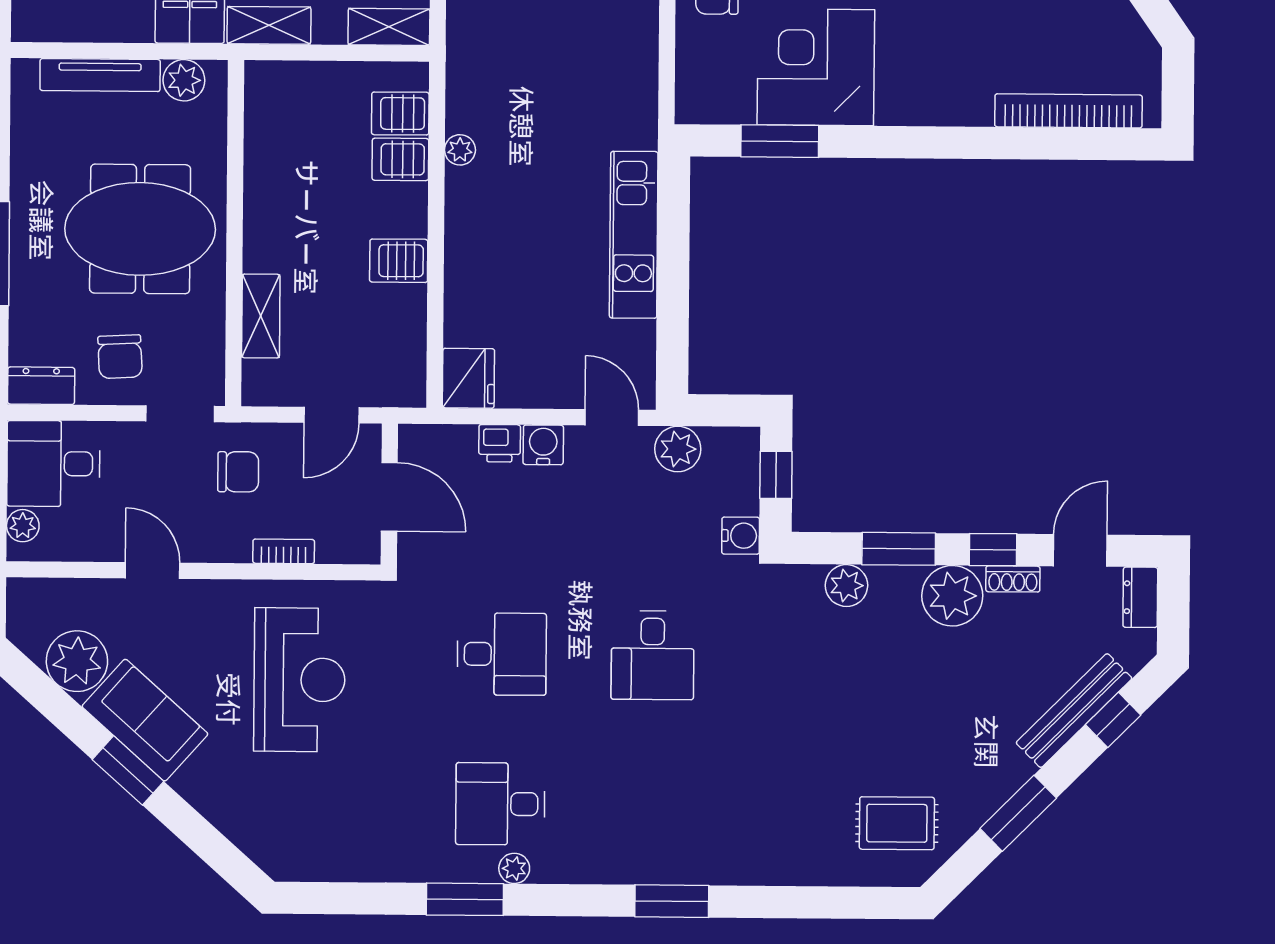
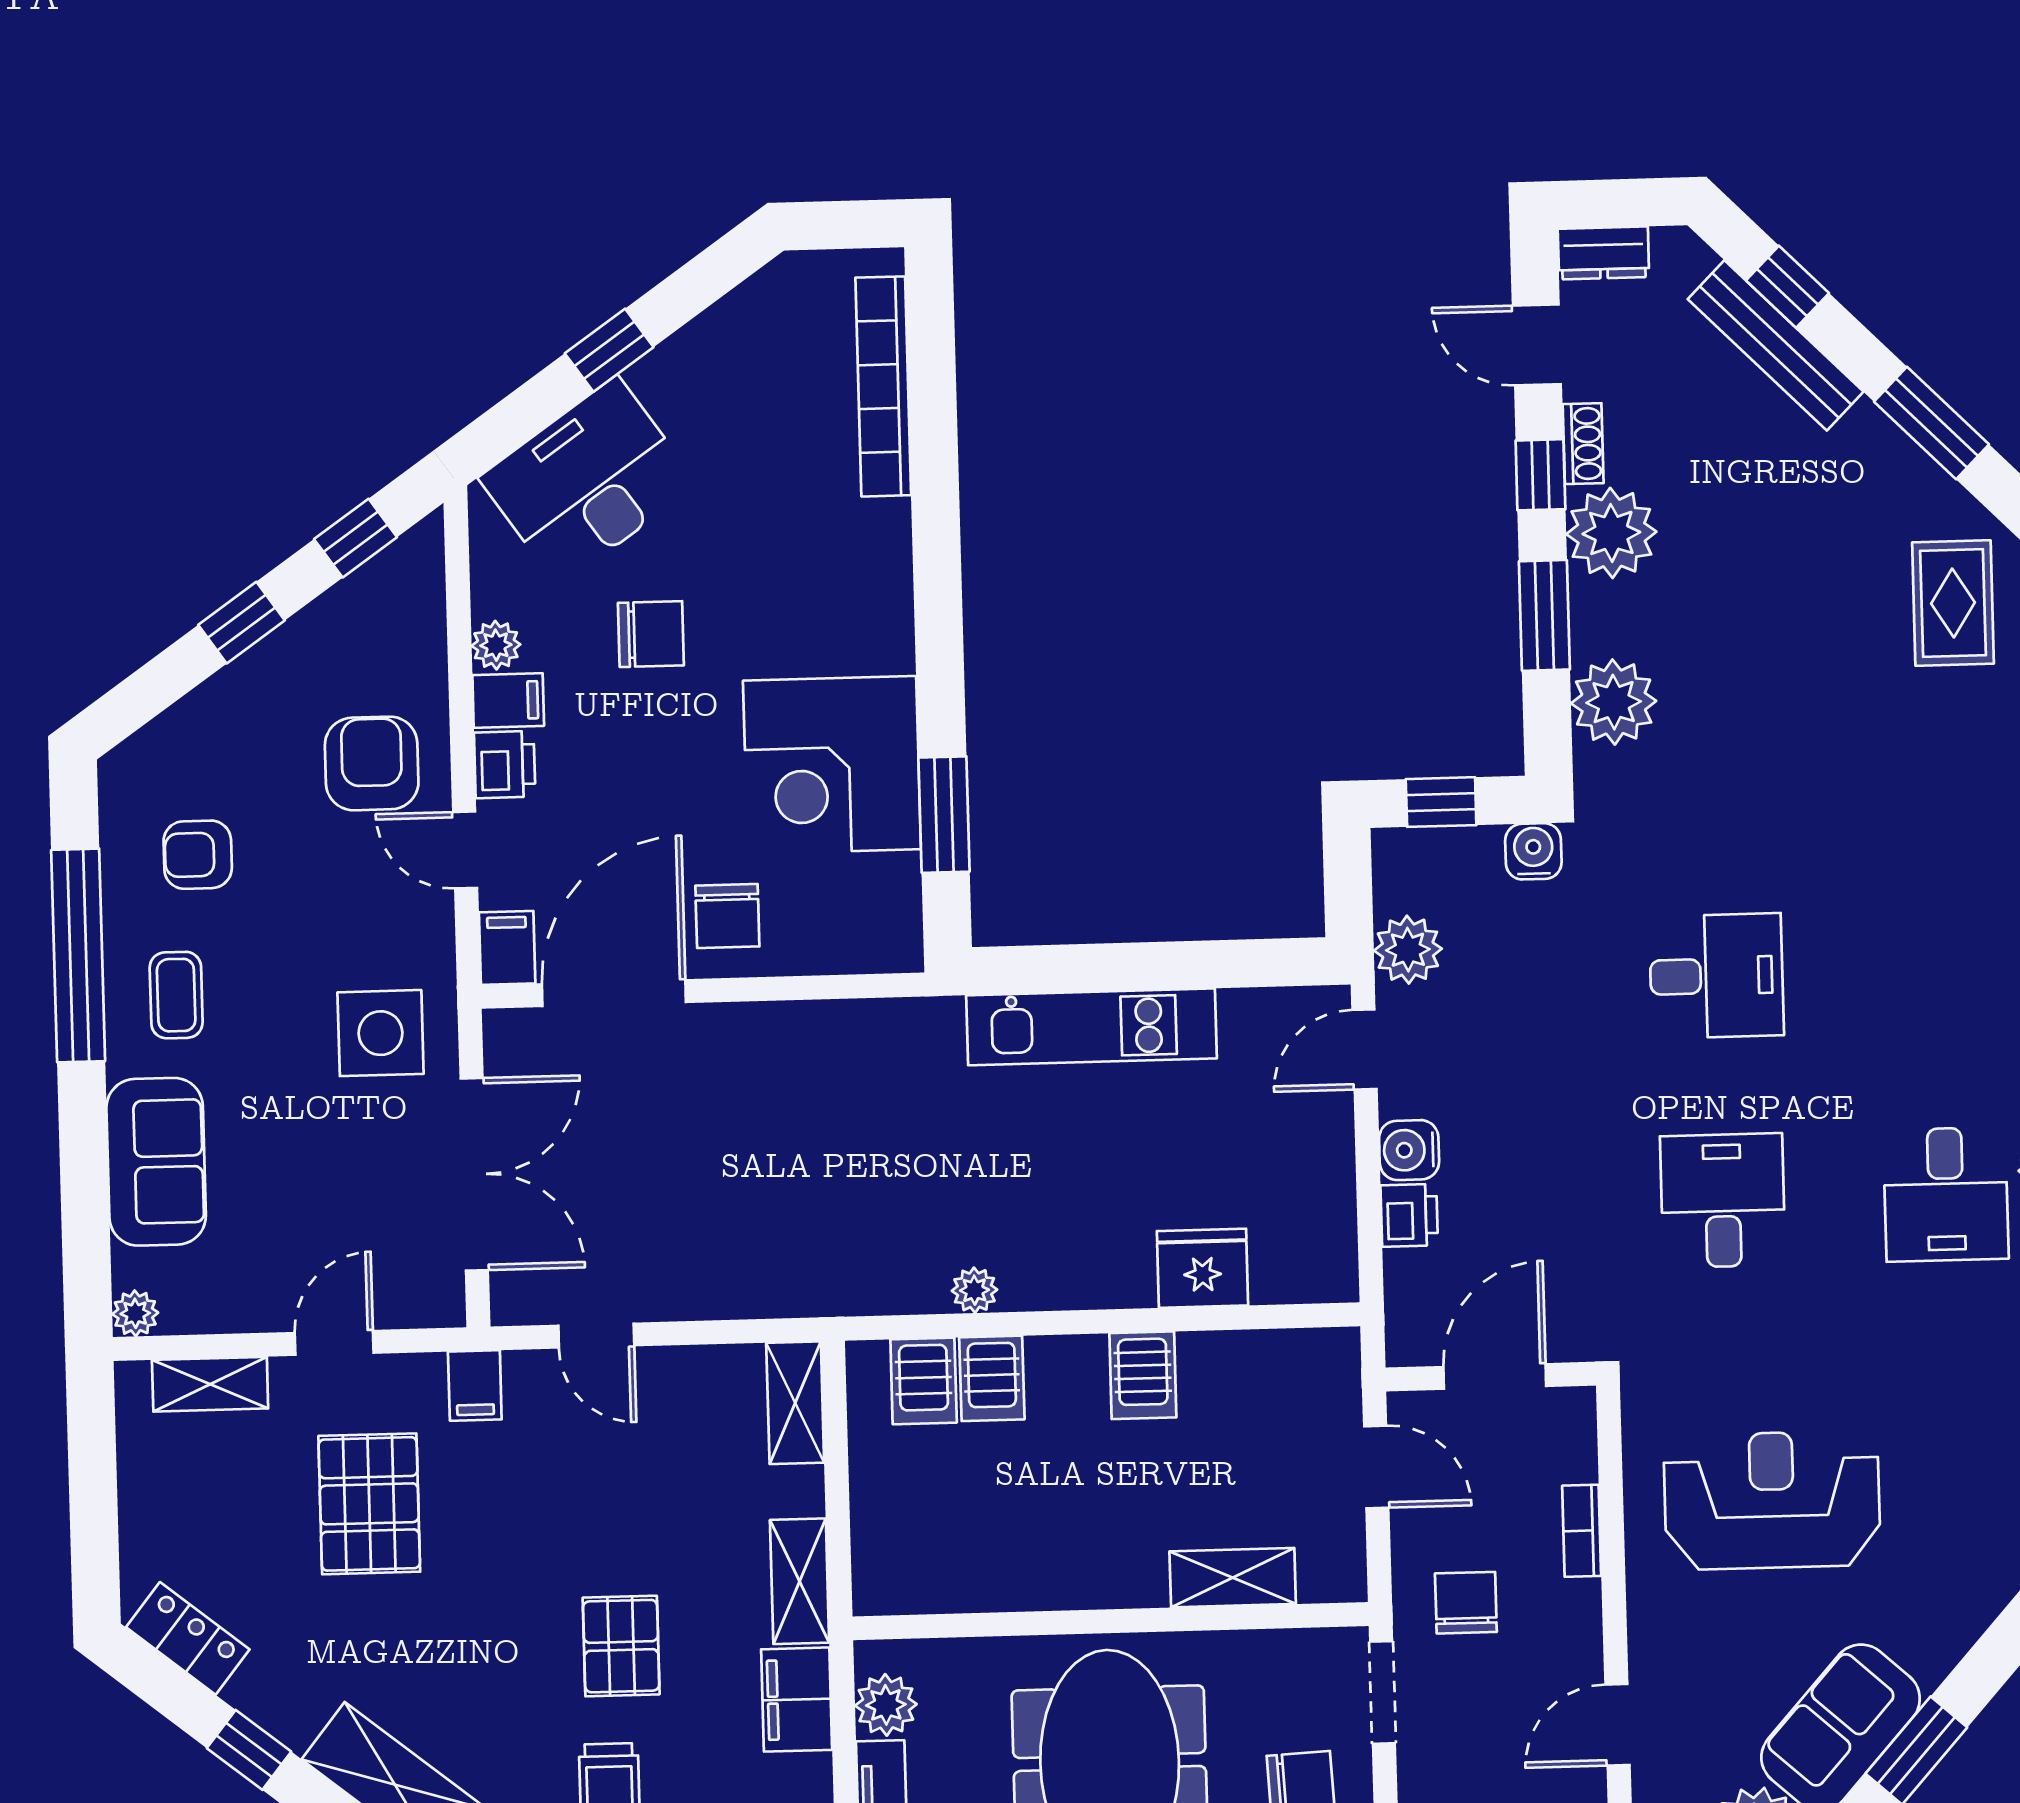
fridge: (468, 378) -> (1203, 1268), moved
plant: (846, 586) -> (1614, 702), width x1.36, depth x1.36

